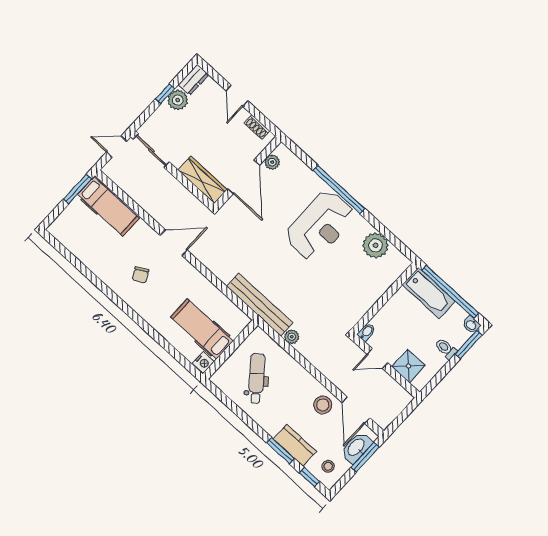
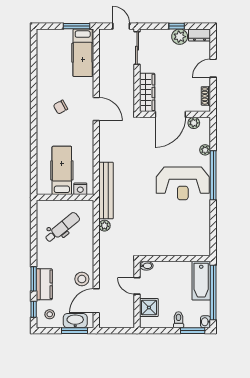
plant: (376, 245) -> (205, 150), moved, width x0.53, depth x0.53
nightstand: (203, 363) -> (80, 189), moved

